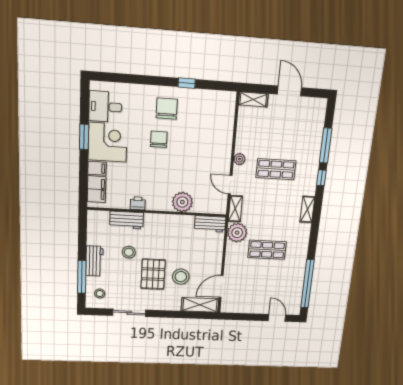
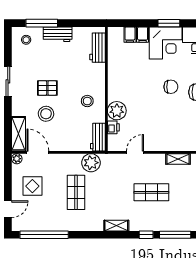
plant: (239, 159) -> (17, 159), moved
shop shelf: (276, 169) -> (151, 192), turned 90
filing cabinet: (96, 189) -> (130, 35), width x0.50
printer: (138, 203) -> (113, 127), moved
shelving: (235, 209) -> (178, 159), moved
workbench: (127, 220) -> (97, 48), moved
stool: (129, 252) -> (87, 101), moved
pallet: (153, 274) -> (47, 88), width x0.67, depth x0.71
display table: (256, 293) -> (32, 186), added
sliding door: (129, 313) -> (8, 81), moved

